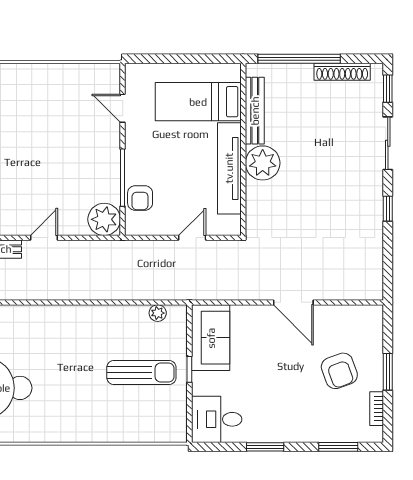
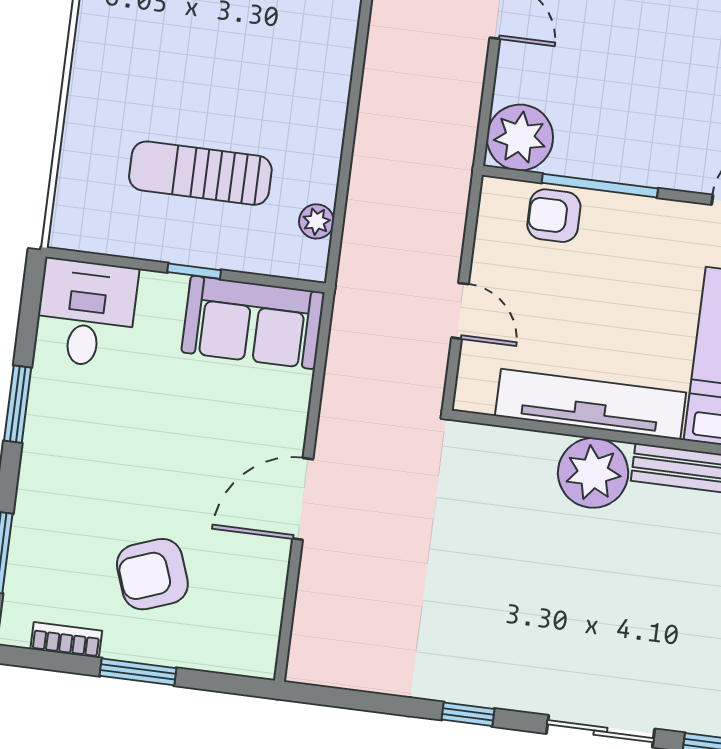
sun lounger: (141, 372) -> (200, 173), turned 90

